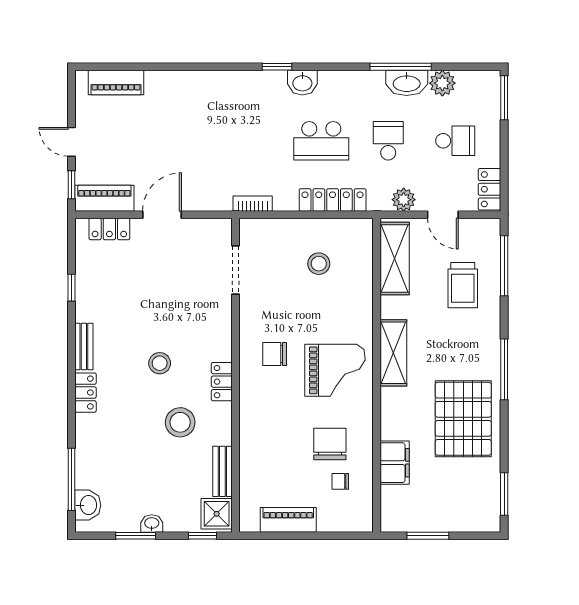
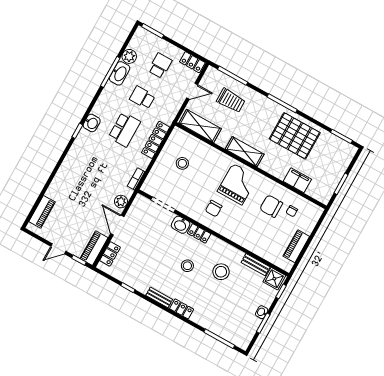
plant: (404, 200) -> (121, 202), moved
locker: (222, 382) -> (199, 233), moved
washbasin: (88, 505) -> (181, 225), moved, turned 180

